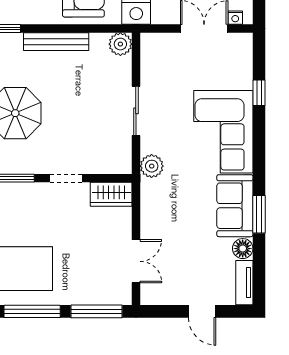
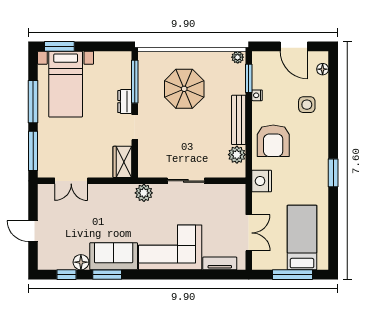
nightstand: (235, 18) -> (257, 95), moved
plant: (120, 44) -> (237, 155), moved
window: (259, 93) -> (66, 275), moved
dresser: (32, 191) -> (125, 102), added
tv unit: (244, 283) -> (220, 263), moved
door: (202, 311) -> (33, 231), hinge flipped

